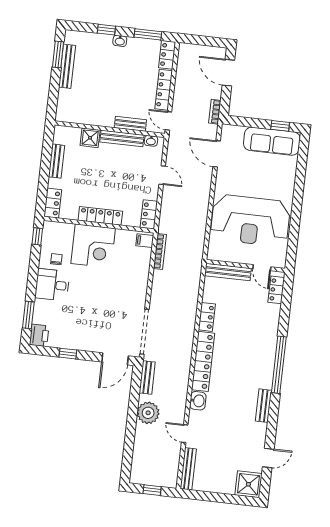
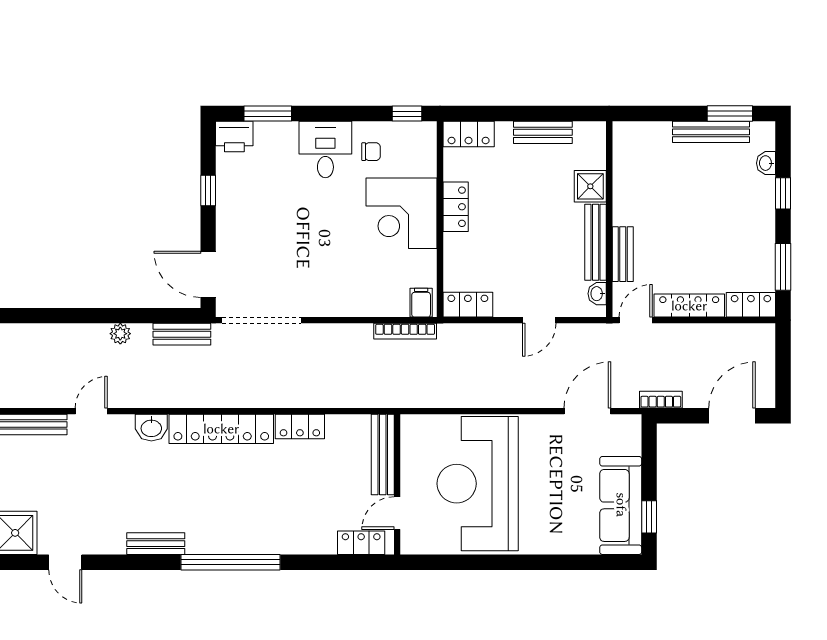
washbasin: (120, 41) -> (766, 163), moved
locker: (100, 216) -> (456, 207), width x0.66
plant: (148, 413) -> (120, 334), width x0.53, depth x0.53

